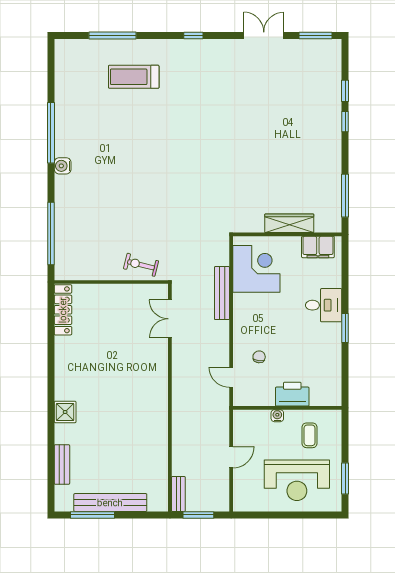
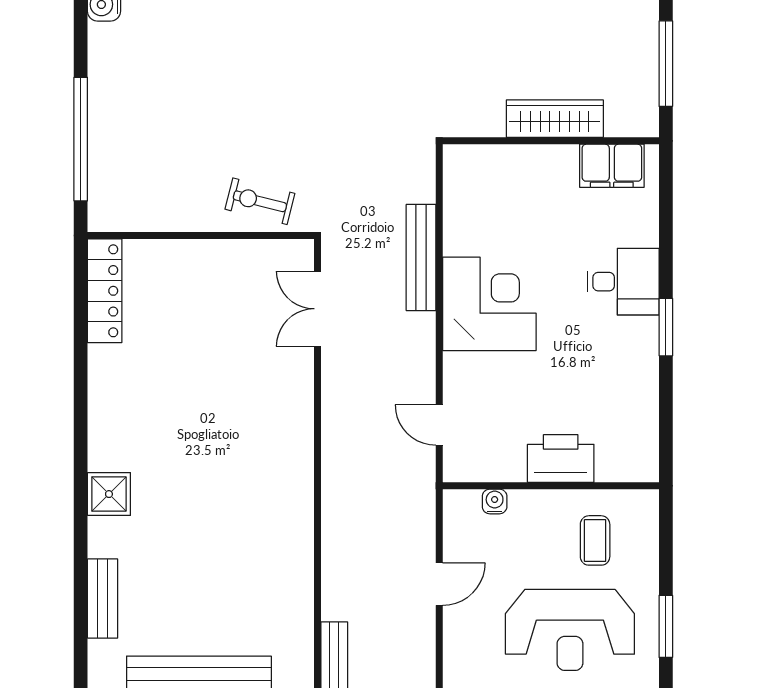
corner desk: (256, 269) -> (489, 304), moved
chair: (259, 357) -> (495, 384), removed
water cooler: (277, 416) -> (495, 501), moved

